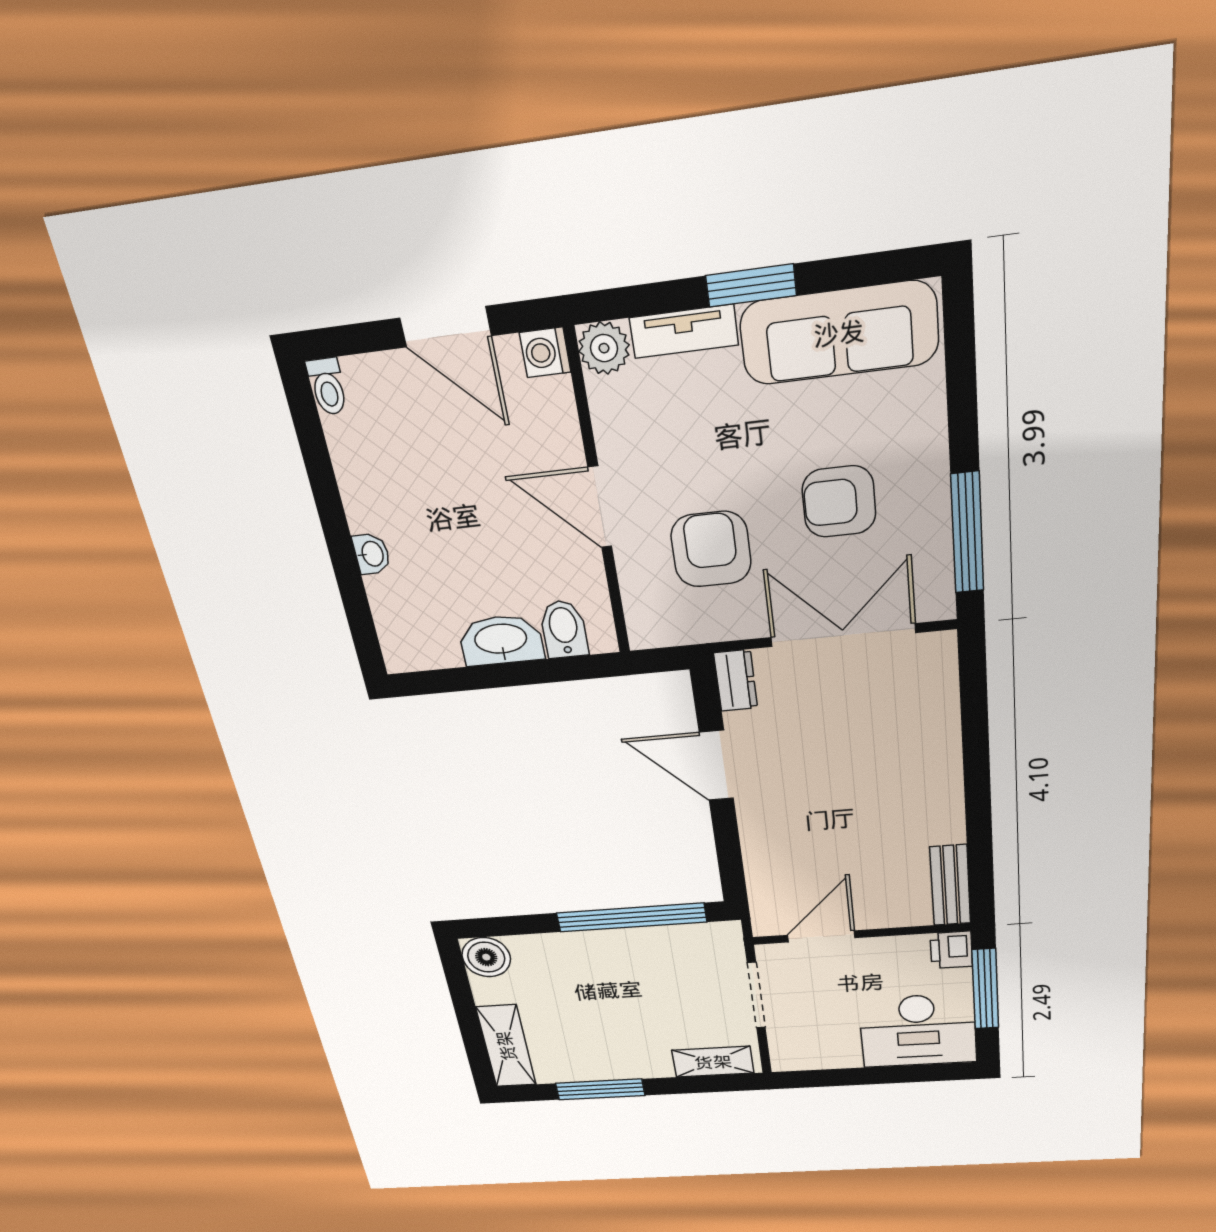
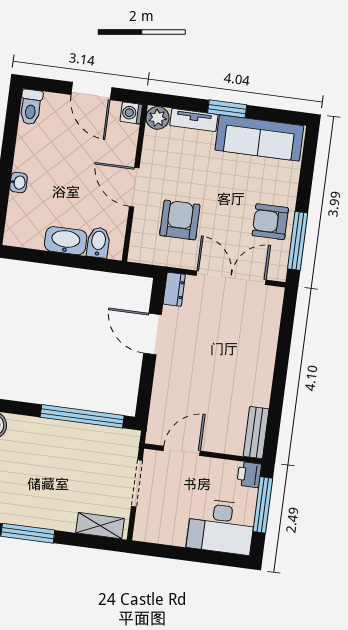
toilet: (327, 386) -> (31, 107), width x1.37, depth x1.39
armchair: (839, 502) -> (270, 222), moved

